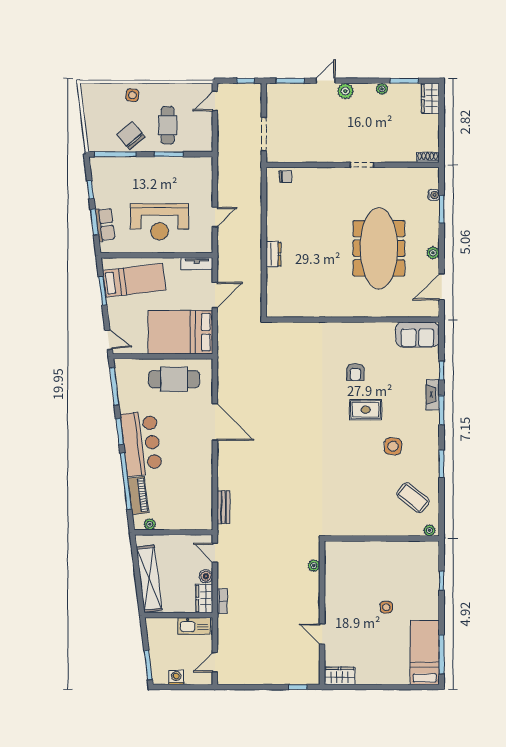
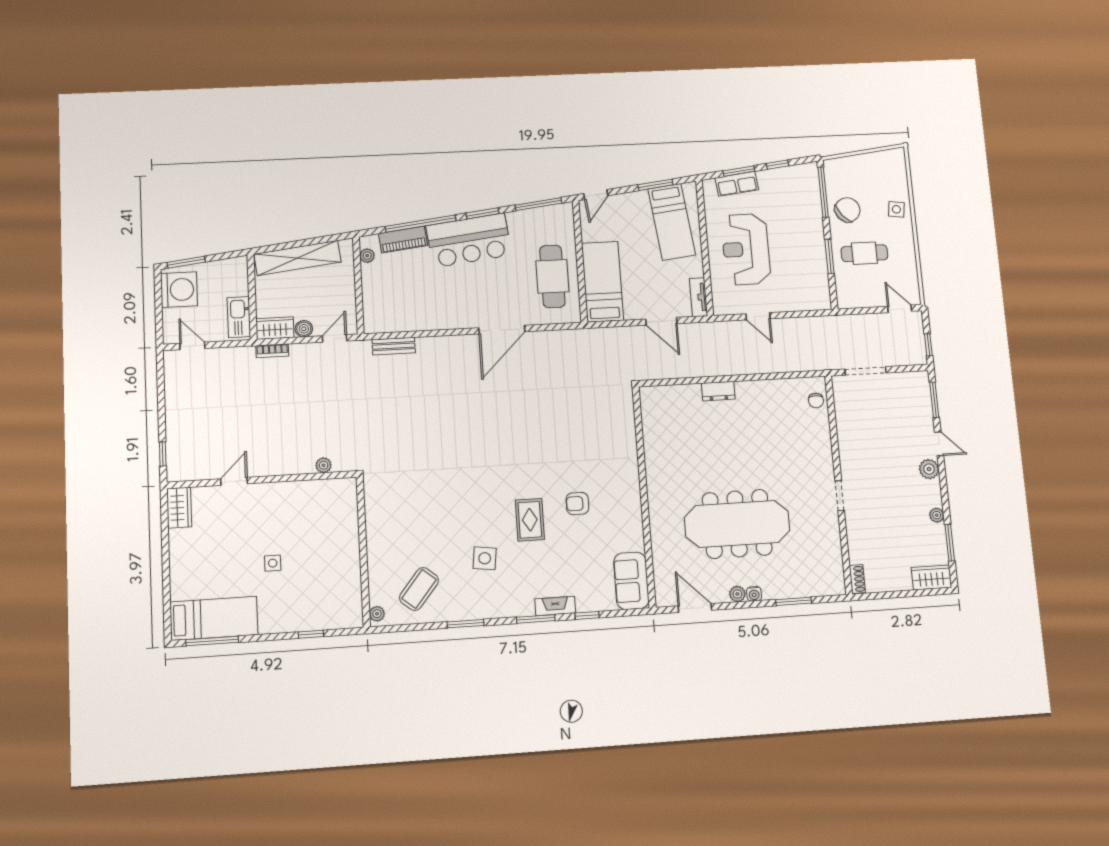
water cooler: (434, 195) -> (754, 594), moved
bed: (180, 332) -> (603, 282), width x0.67
washing machine: (176, 677) -> (179, 290), width x1.89, depth x1.89

